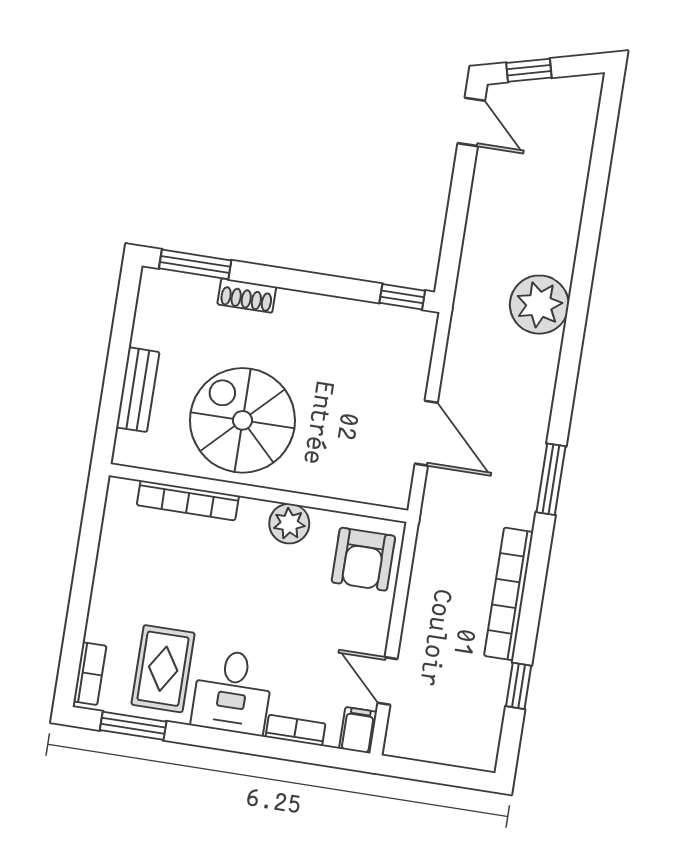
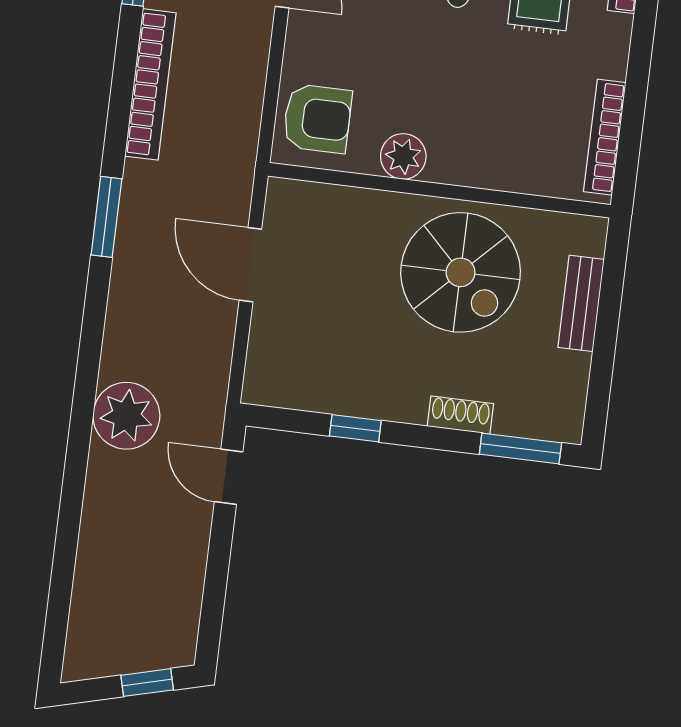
door: (471, 122) -> (229, 477), moved
window: (402, 297) -> (355, 428), moved
bookcase: (188, 500) -> (605, 137), moved, turned -90
armchair: (363, 559) -> (317, 119), turned 90

